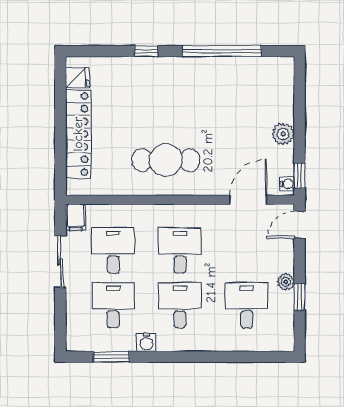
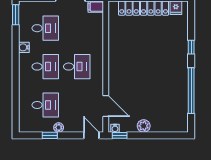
cafe table: (166, 160) -> (129, 58), removed
desk: (113, 250) -> (77, 28), removed
window: (112, 357) -> (16, 15), moved

